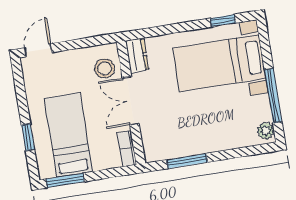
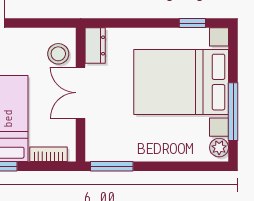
bed with nightstands: (219, 63) -> (181, 82), width x1.36
bookcase: (127, 149) -> (48, 154), moved, turned 90
window: (187, 161) -> (112, 166), moved

